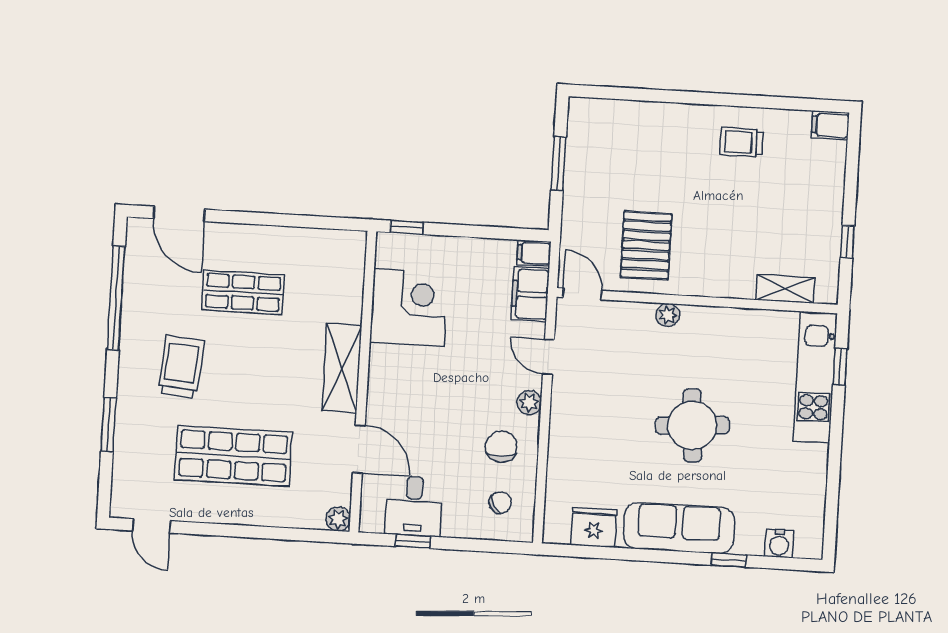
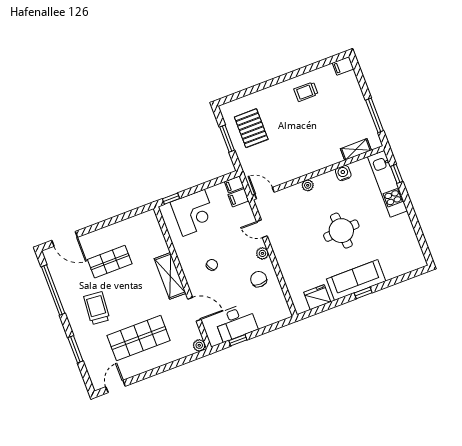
window: (847, 242) -> (375, 115), width x2.17
pallet: (646, 245) -> (251, 128), moved
filing cabinet: (530, 294) -> (238, 198), width x0.50
corner desk: (409, 308) -> (194, 213), moved, turned 90
chair: (500, 503) -> (212, 265), moved
desk: (414, 506) -> (236, 322), width x1.37
door: (151, 526) -> (116, 386), swing flipped
water cooler: (779, 544) -> (343, 173), moved, turned 180
window: (729, 560) -> (363, 293), moved

